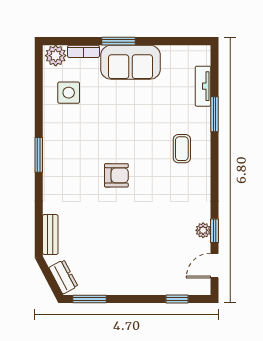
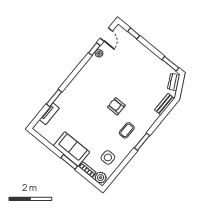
coffee table: (182, 149) -> (127, 130), moved
door: (215, 266) -> (106, 35), hinge flipped

